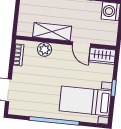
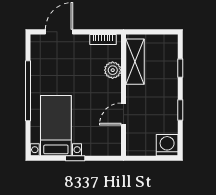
shelving: (52, 32) -> (135, 62), moved
wardrobe: (102, 56) -> (112, 140), removed

